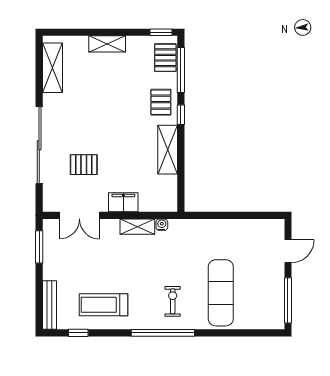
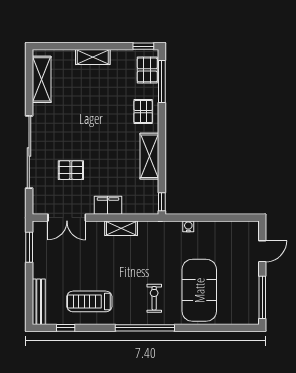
window: (181, 115) -> (162, 202), moved
water cooler: (162, 225) -> (188, 226), moved
exercise mat: (221, 293) -> (199, 290), width x1.47

